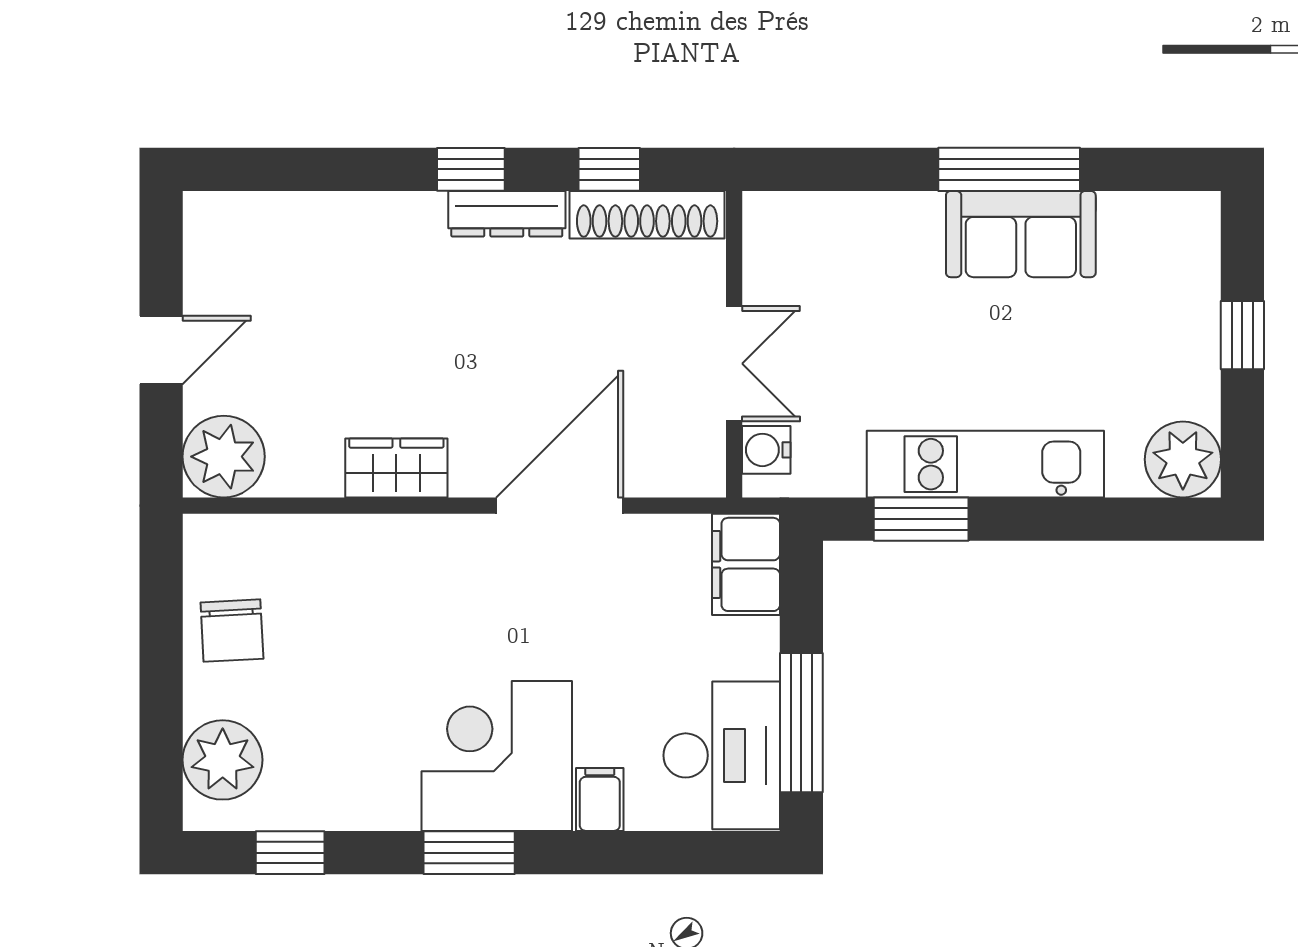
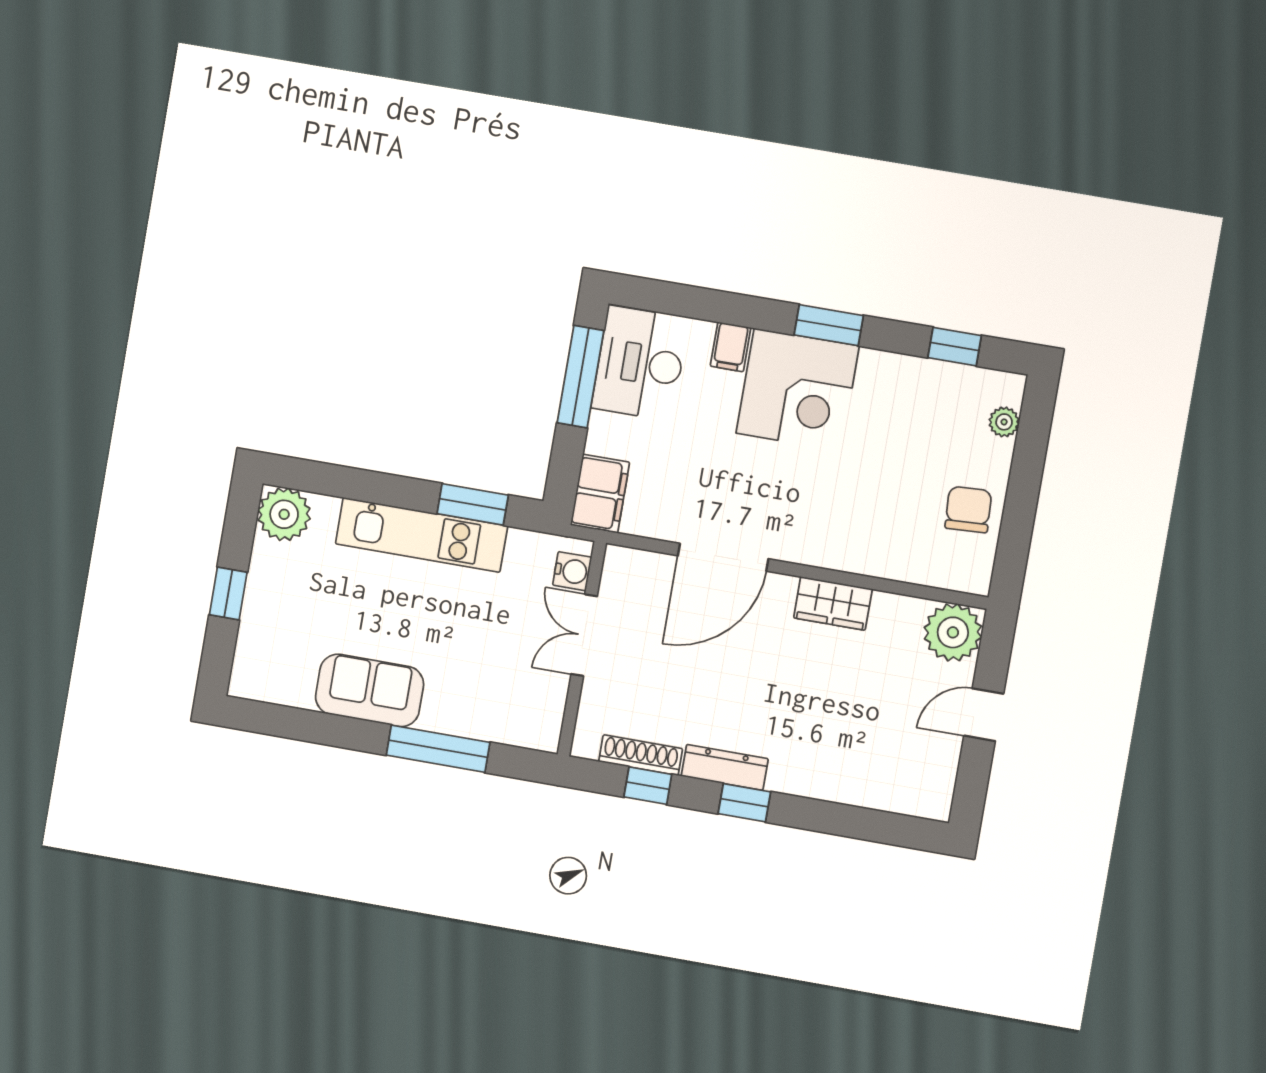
window: (1009, 169) -> (438, 749), moved
shoe rack: (647, 215) -> (641, 755), width x0.74, depth x0.81
plant: (223, 760) -> (1004, 422), width x0.53, depth x0.53

